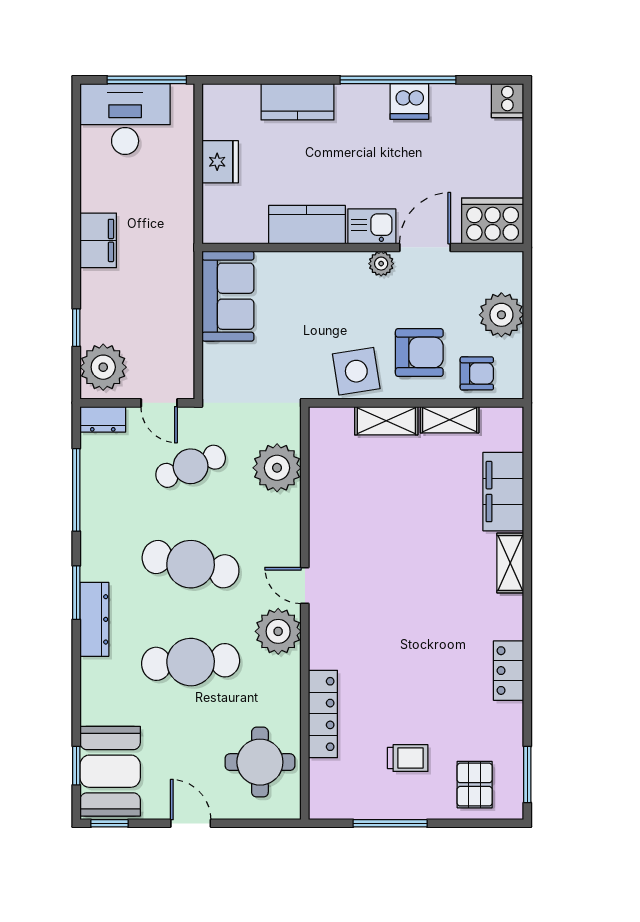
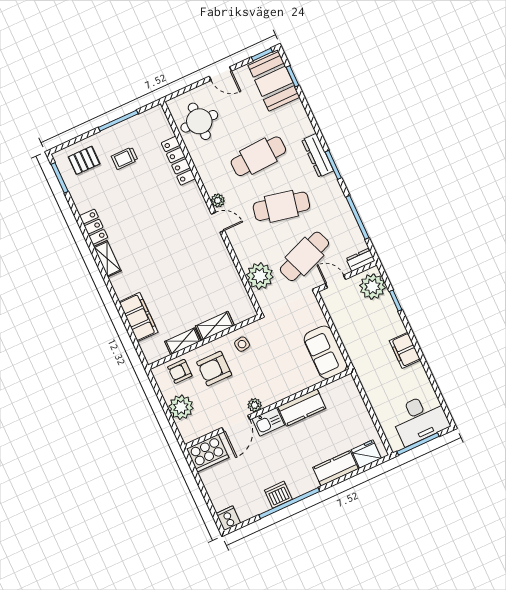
fridge: (220, 162) -> (366, 454), moved, turned 90
side table: (356, 371) -> (242, 344), width x0.54, depth x0.54
cafe table: (191, 466) -> (304, 256), width x1.37, depth x1.35
shelving: (510, 563) -> (107, 259), moved
plant: (278, 631) -> (218, 201), width x0.53, depth x0.53
pallet: (475, 785) -> (84, 160), turned 90

